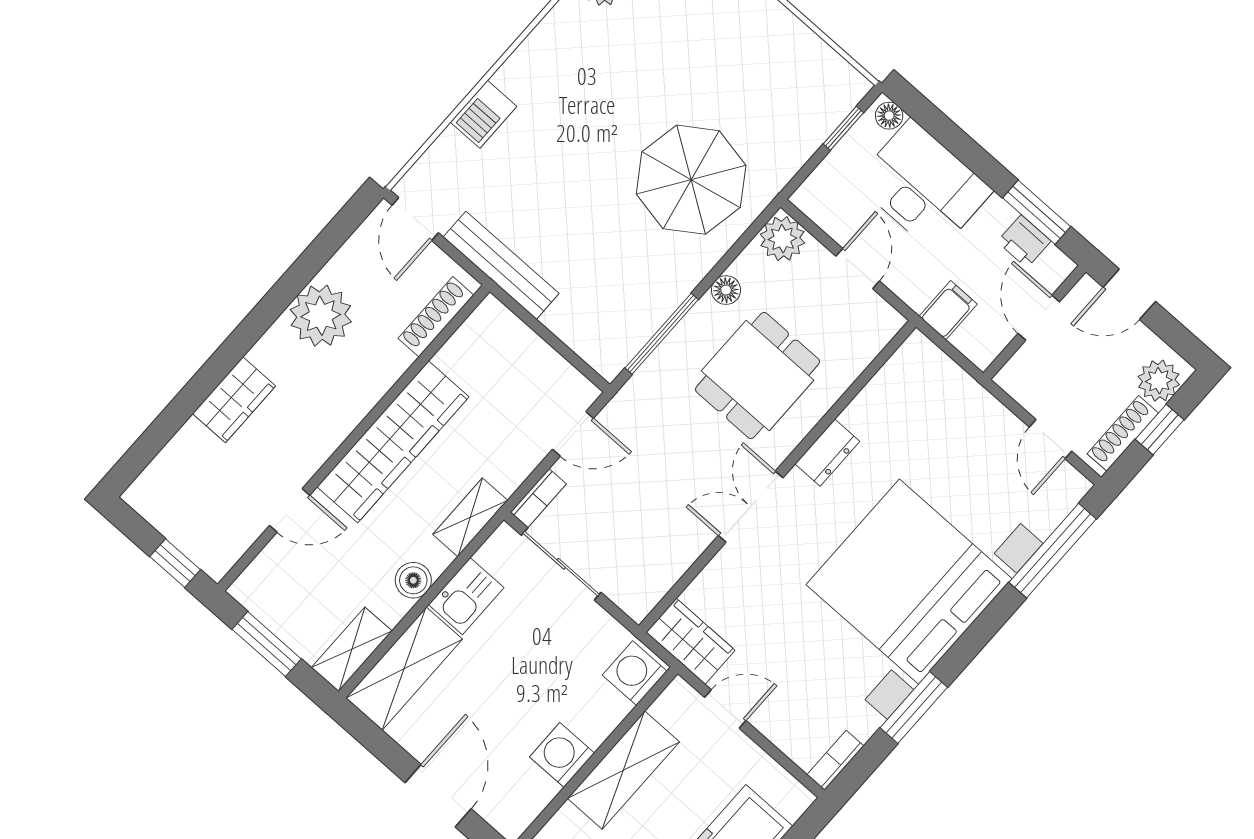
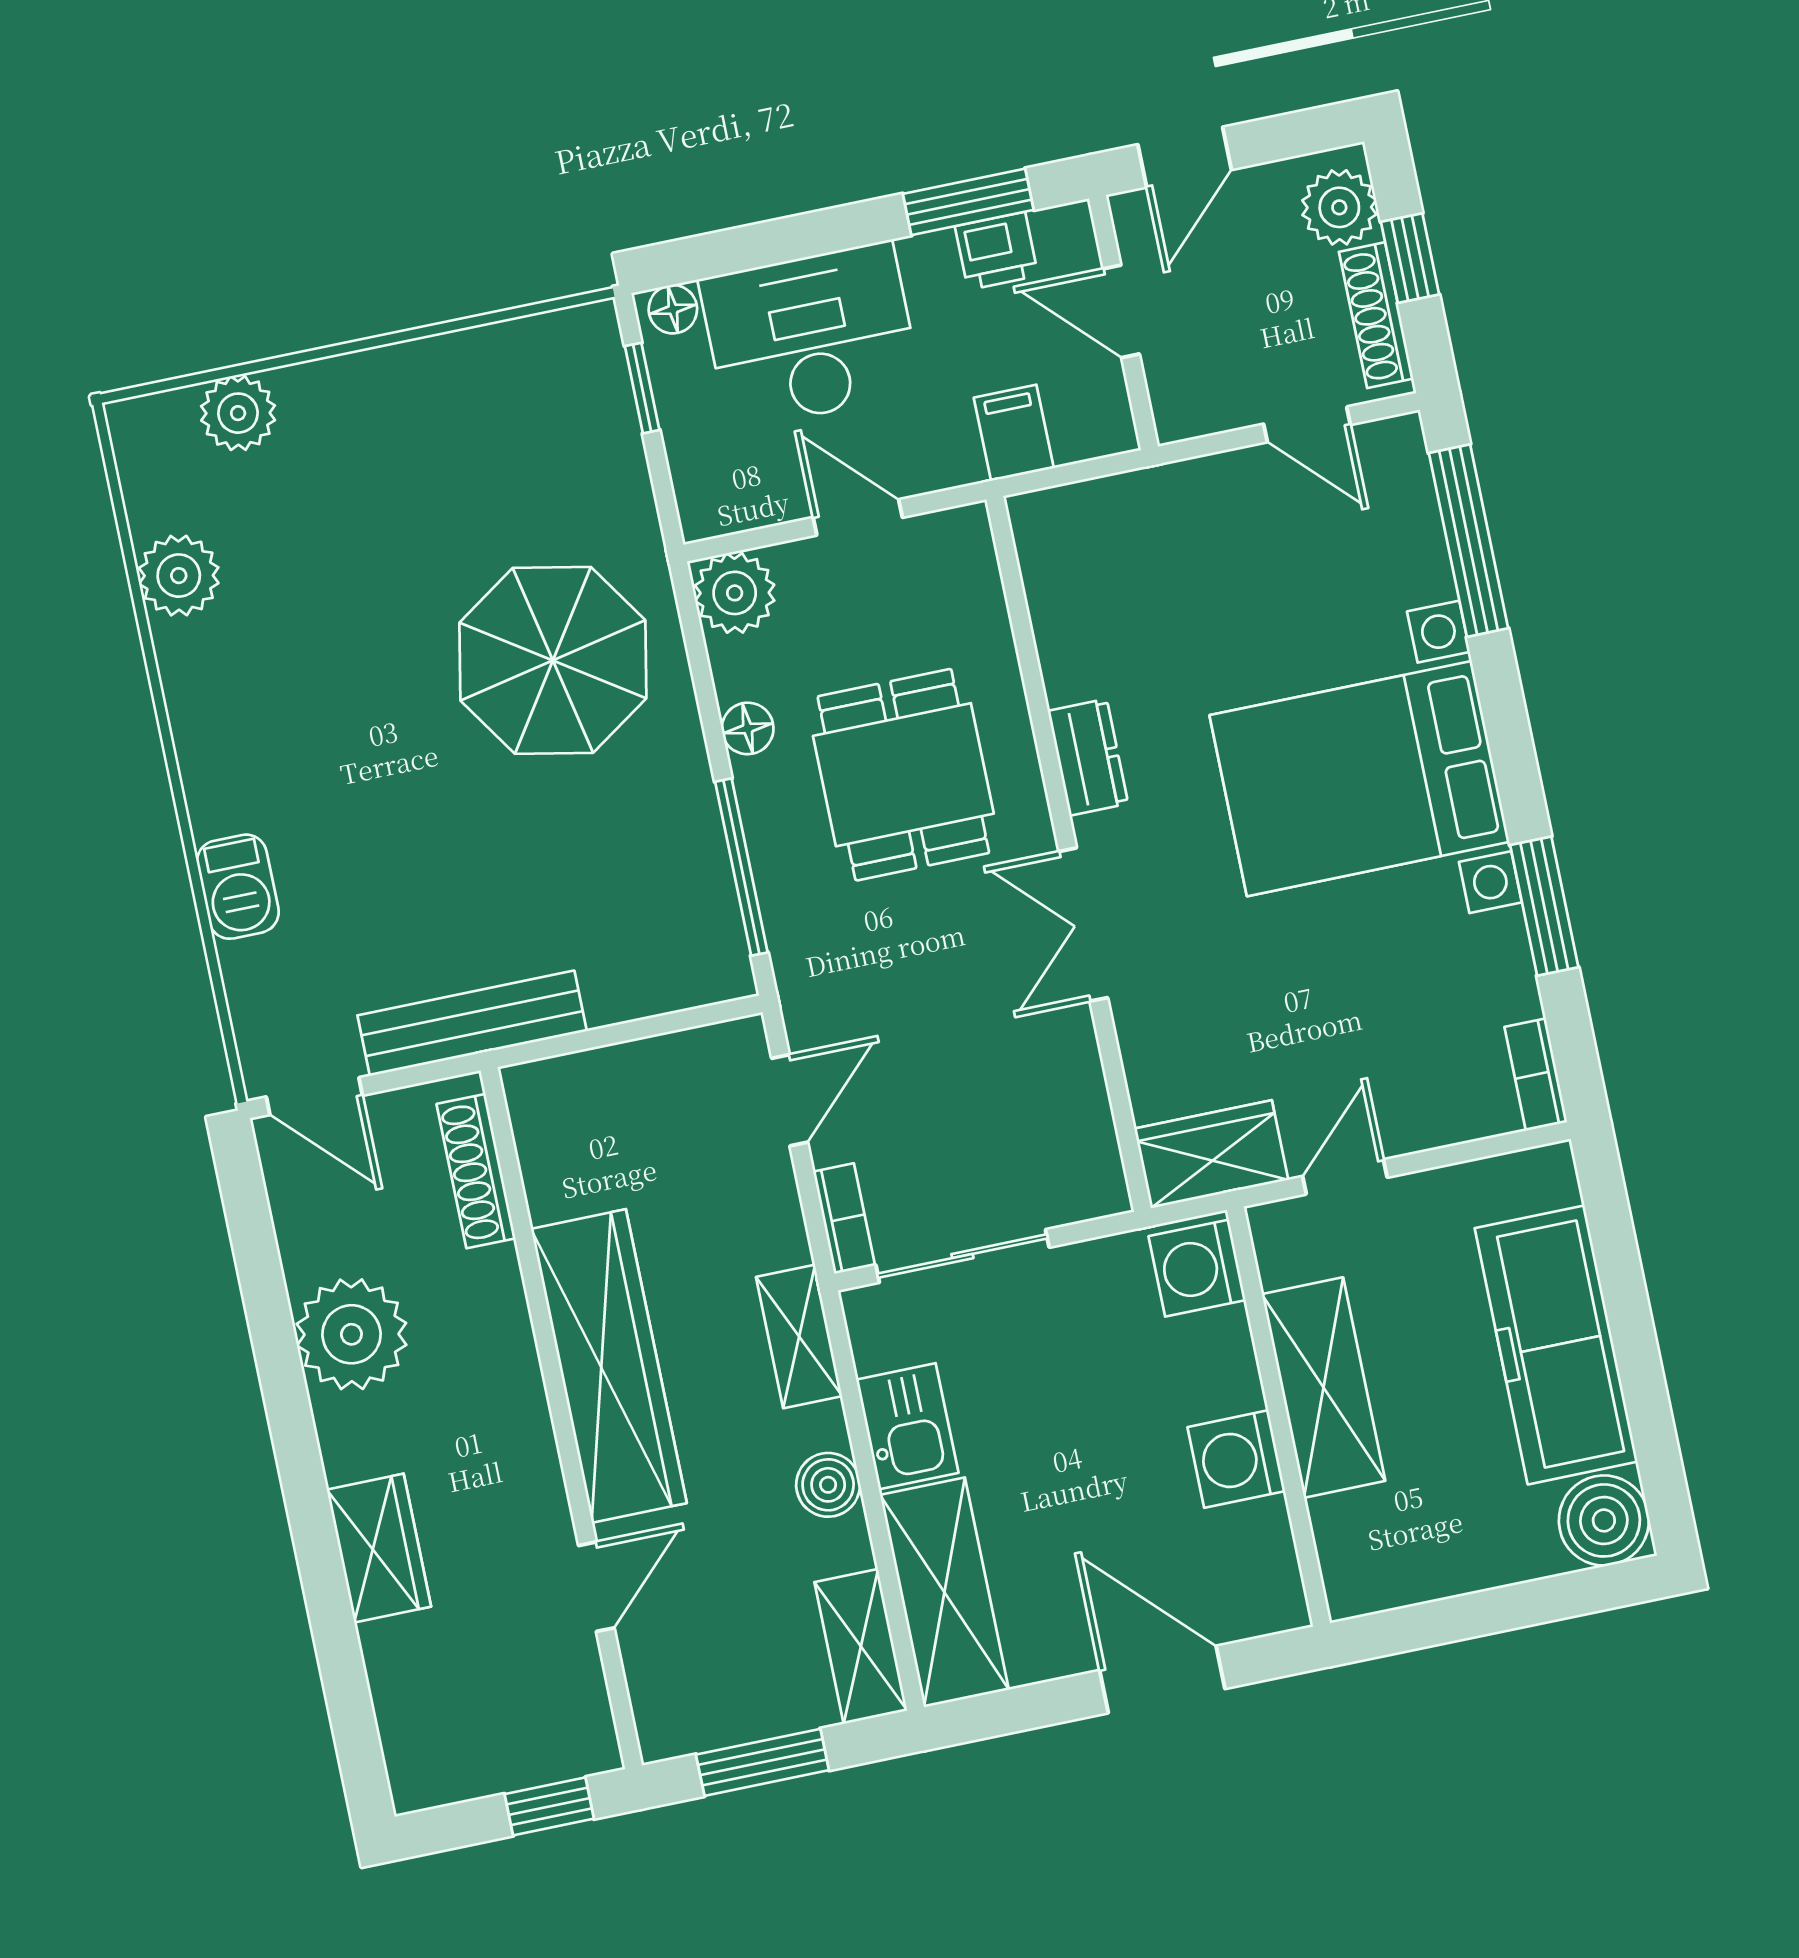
bed with nightstands: (909, 582) -> (1359, 779), width x0.73

